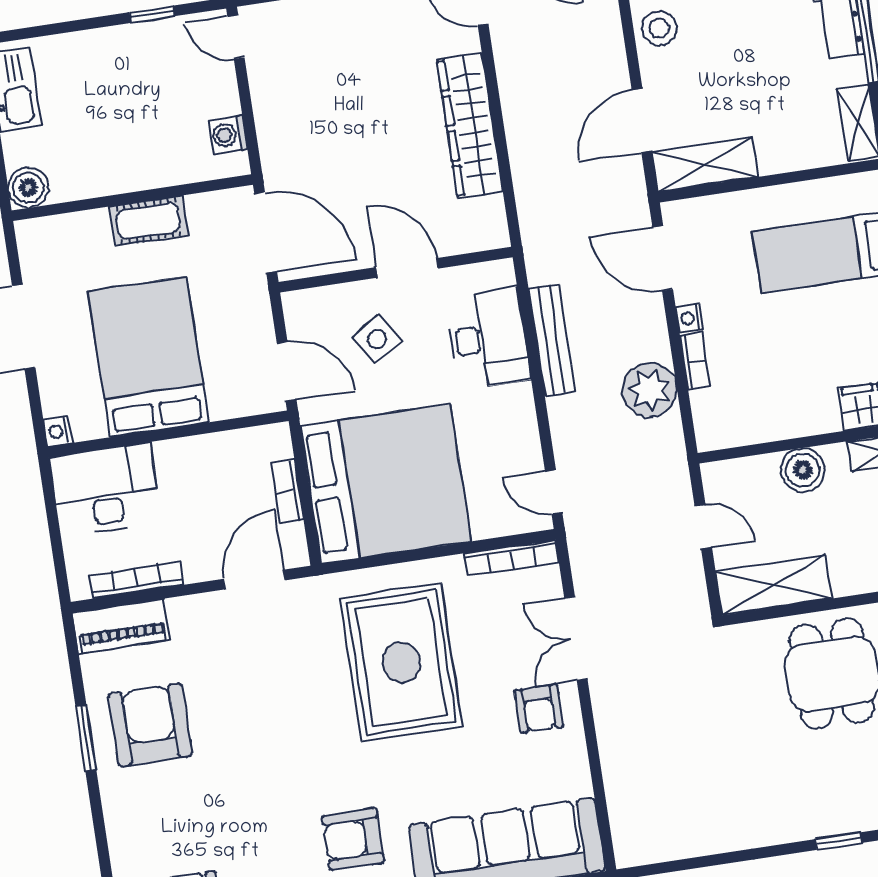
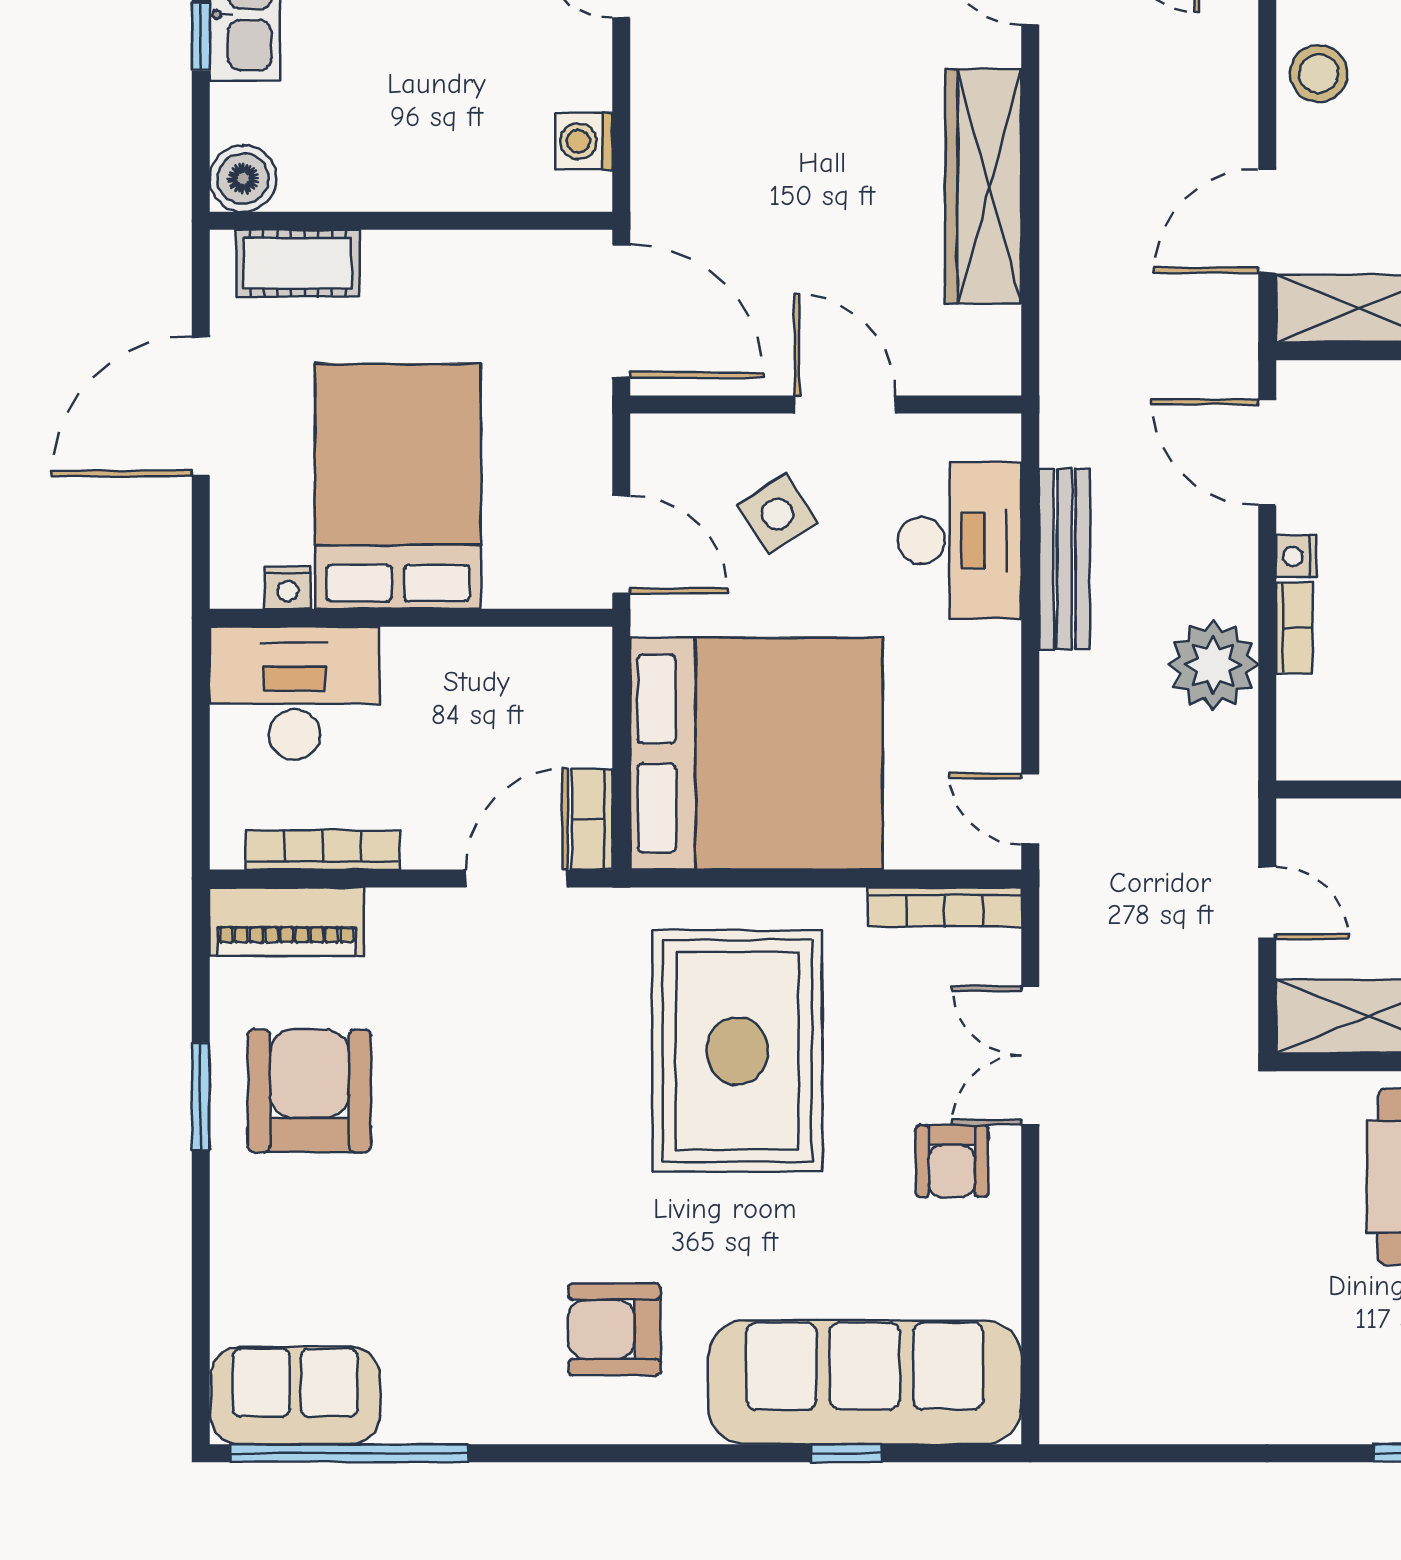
cot: (148, 221) -> (298, 263), moved
nightstand: (58, 431) -> (288, 588), moved, turned -90
bookcase: (287, 491) -> (592, 819), moved

